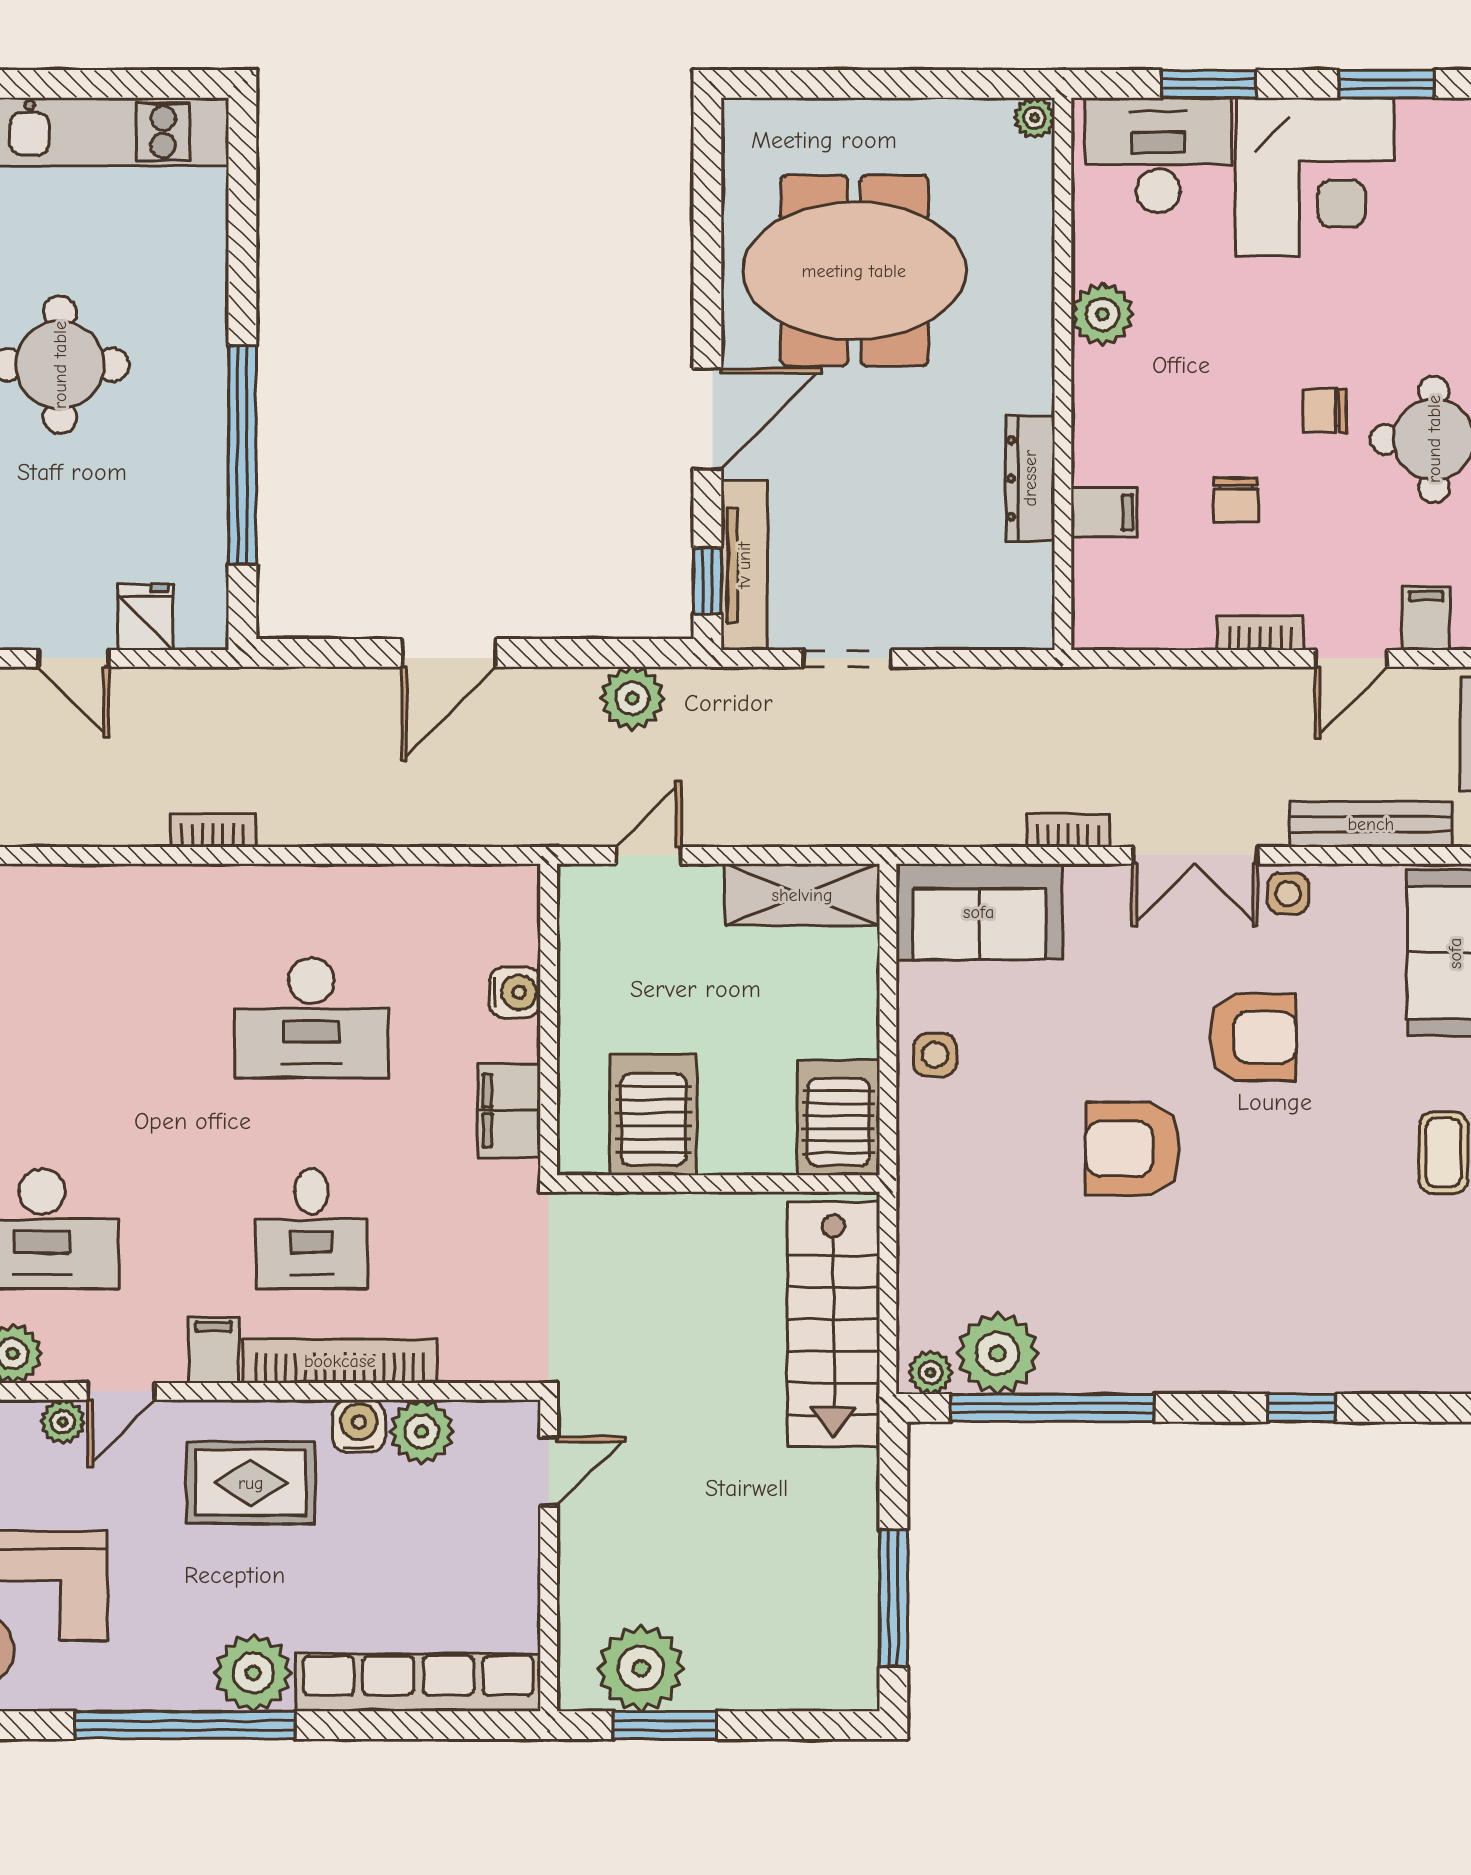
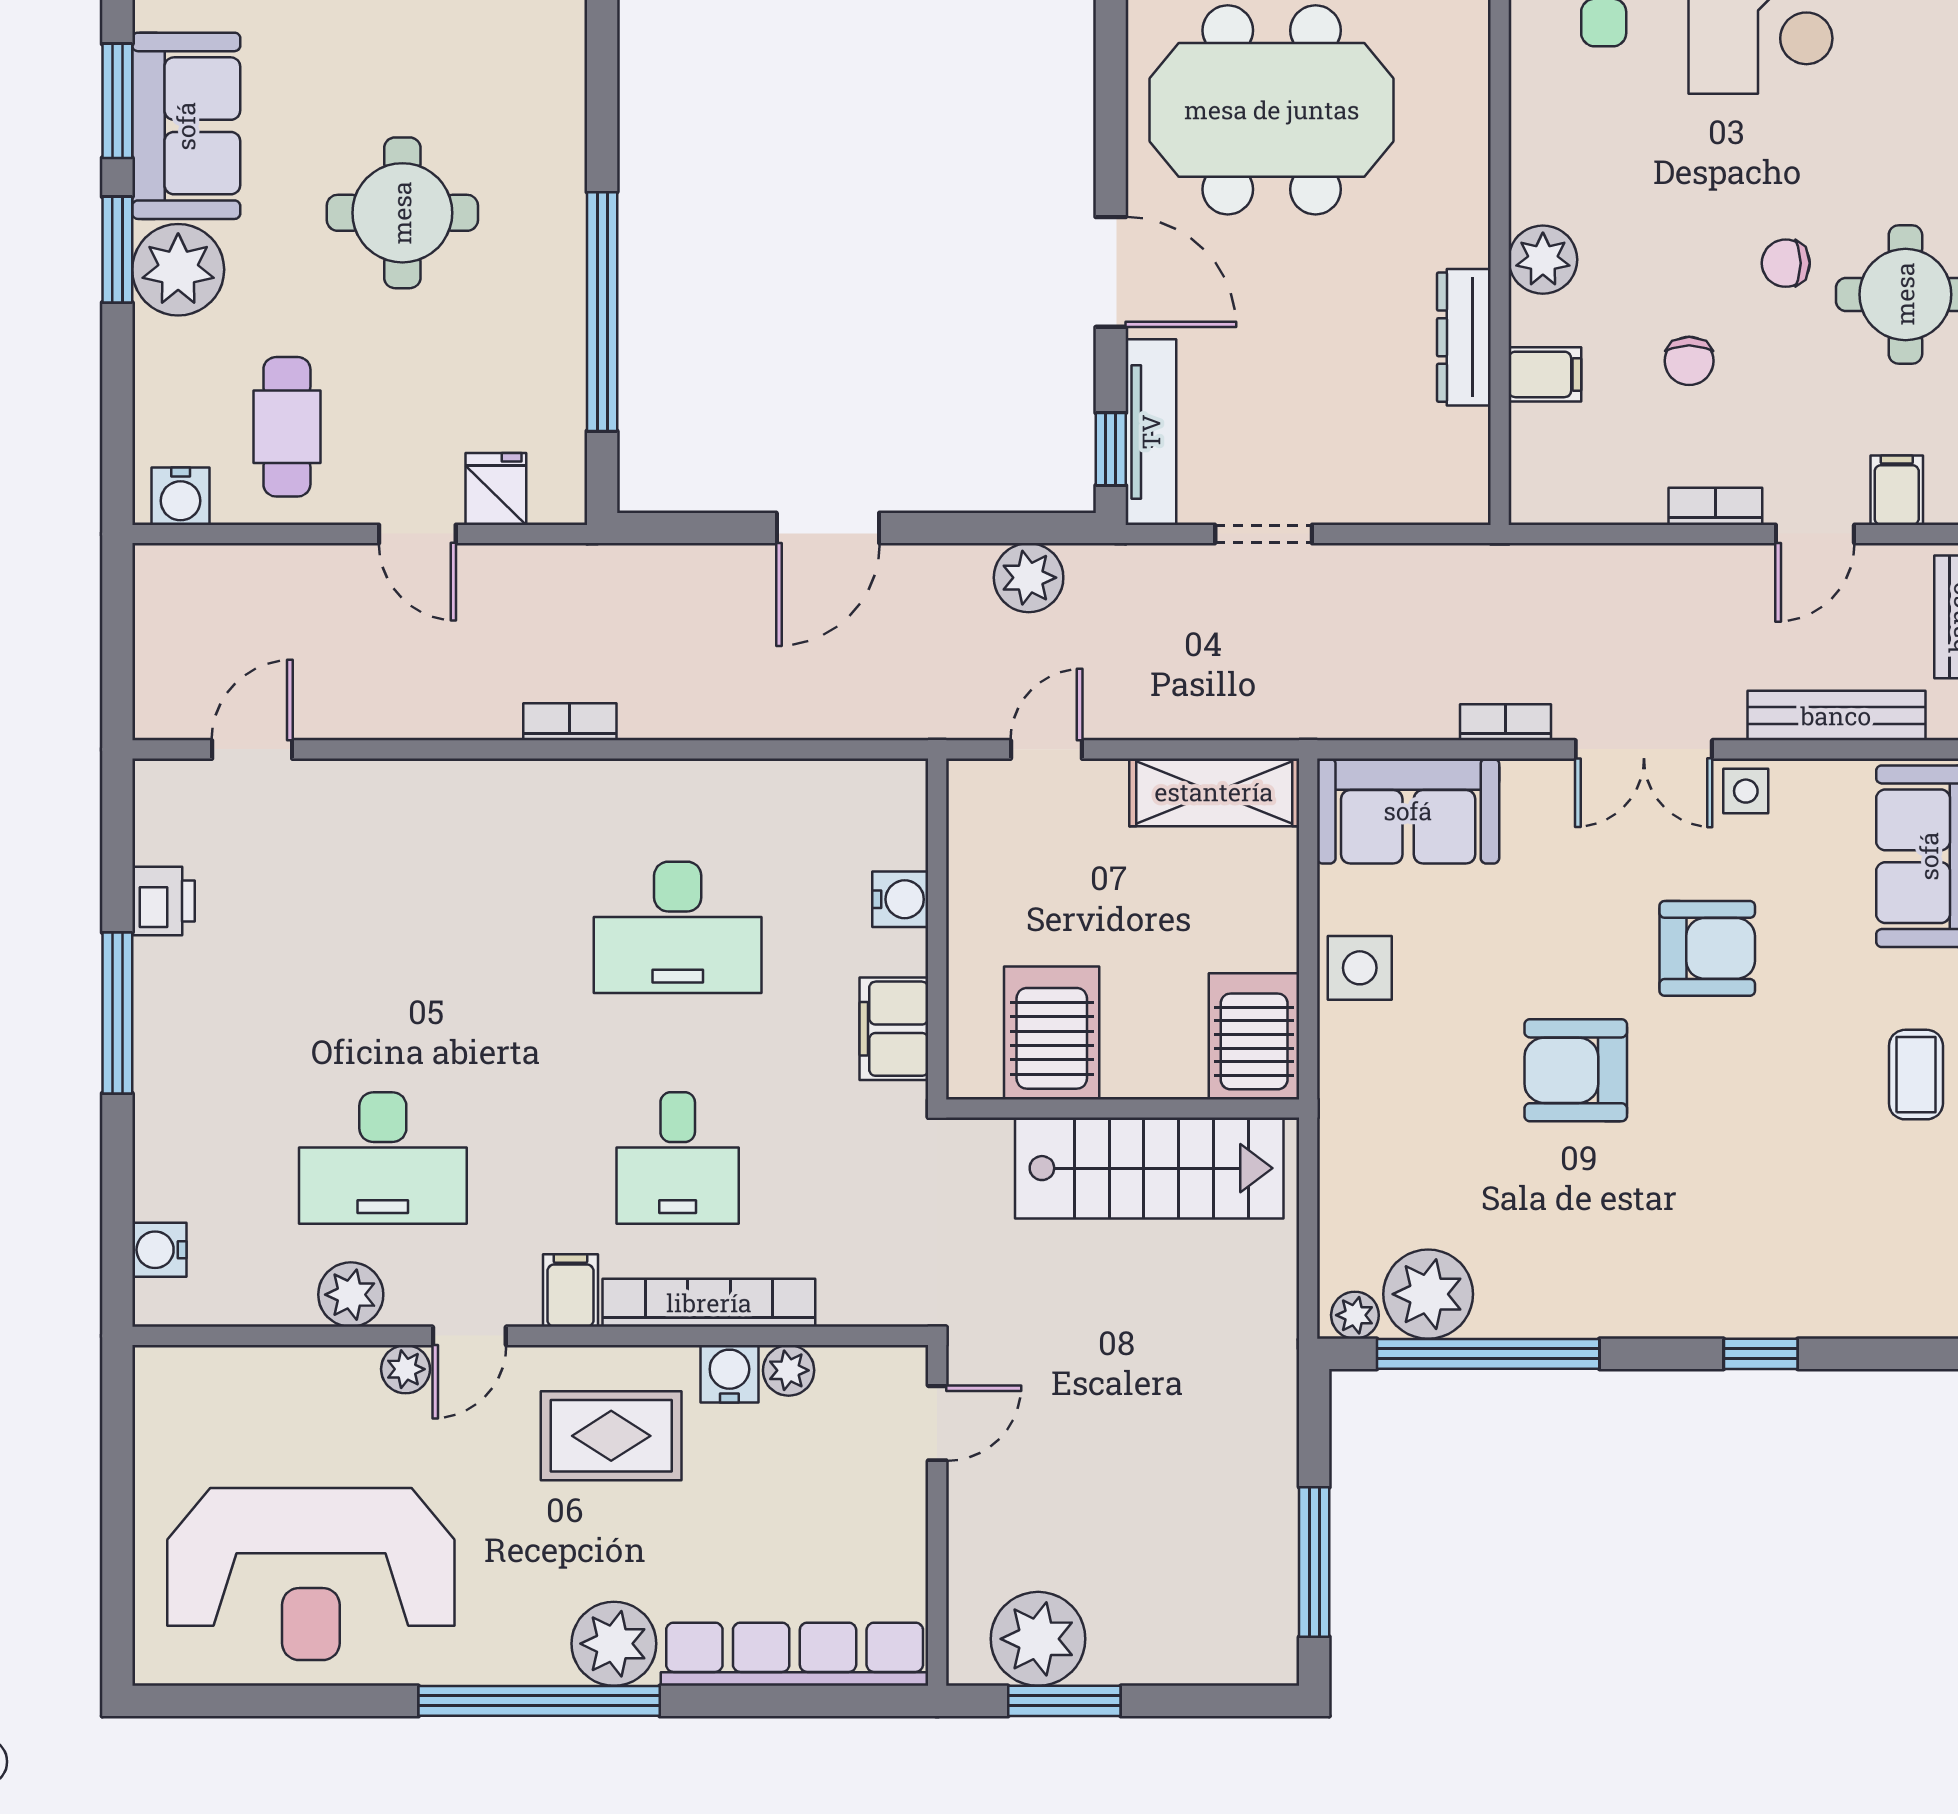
plant: (1102, 314) -> (1543, 260), moved
door: (707, 419) -> (1111, 272), hinge flipped
side table: (935, 1055) -> (1360, 968), width x1.37, depth x1.37
stairs: (833, 1324) -> (1149, 1168), moved, turned -90
plant: (422, 1432) -> (789, 1370), width x0.73, depth x0.73

